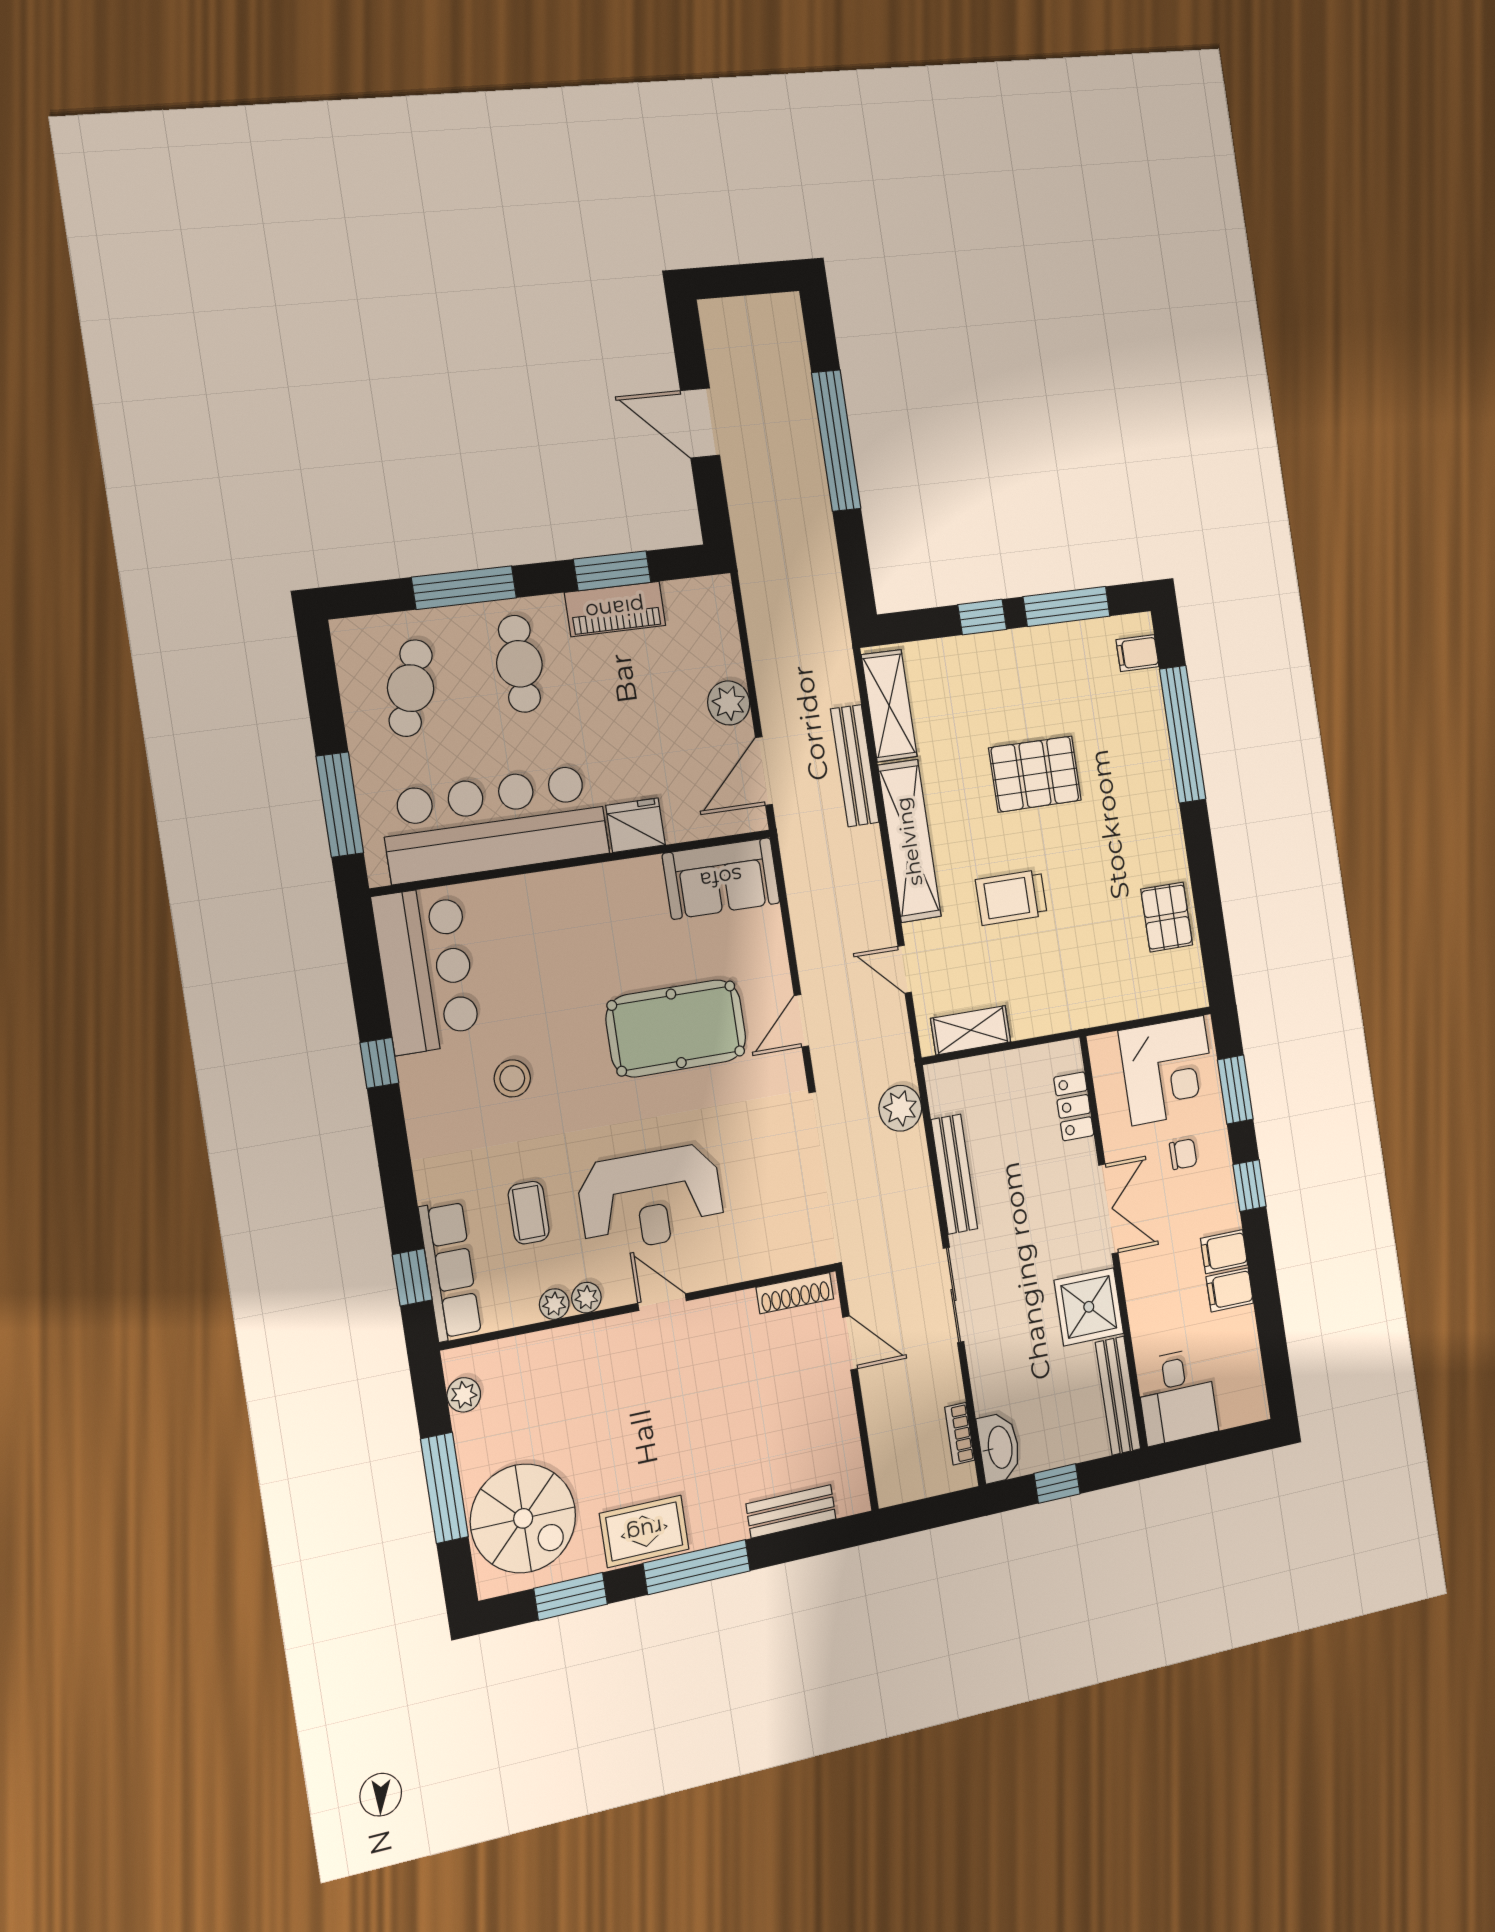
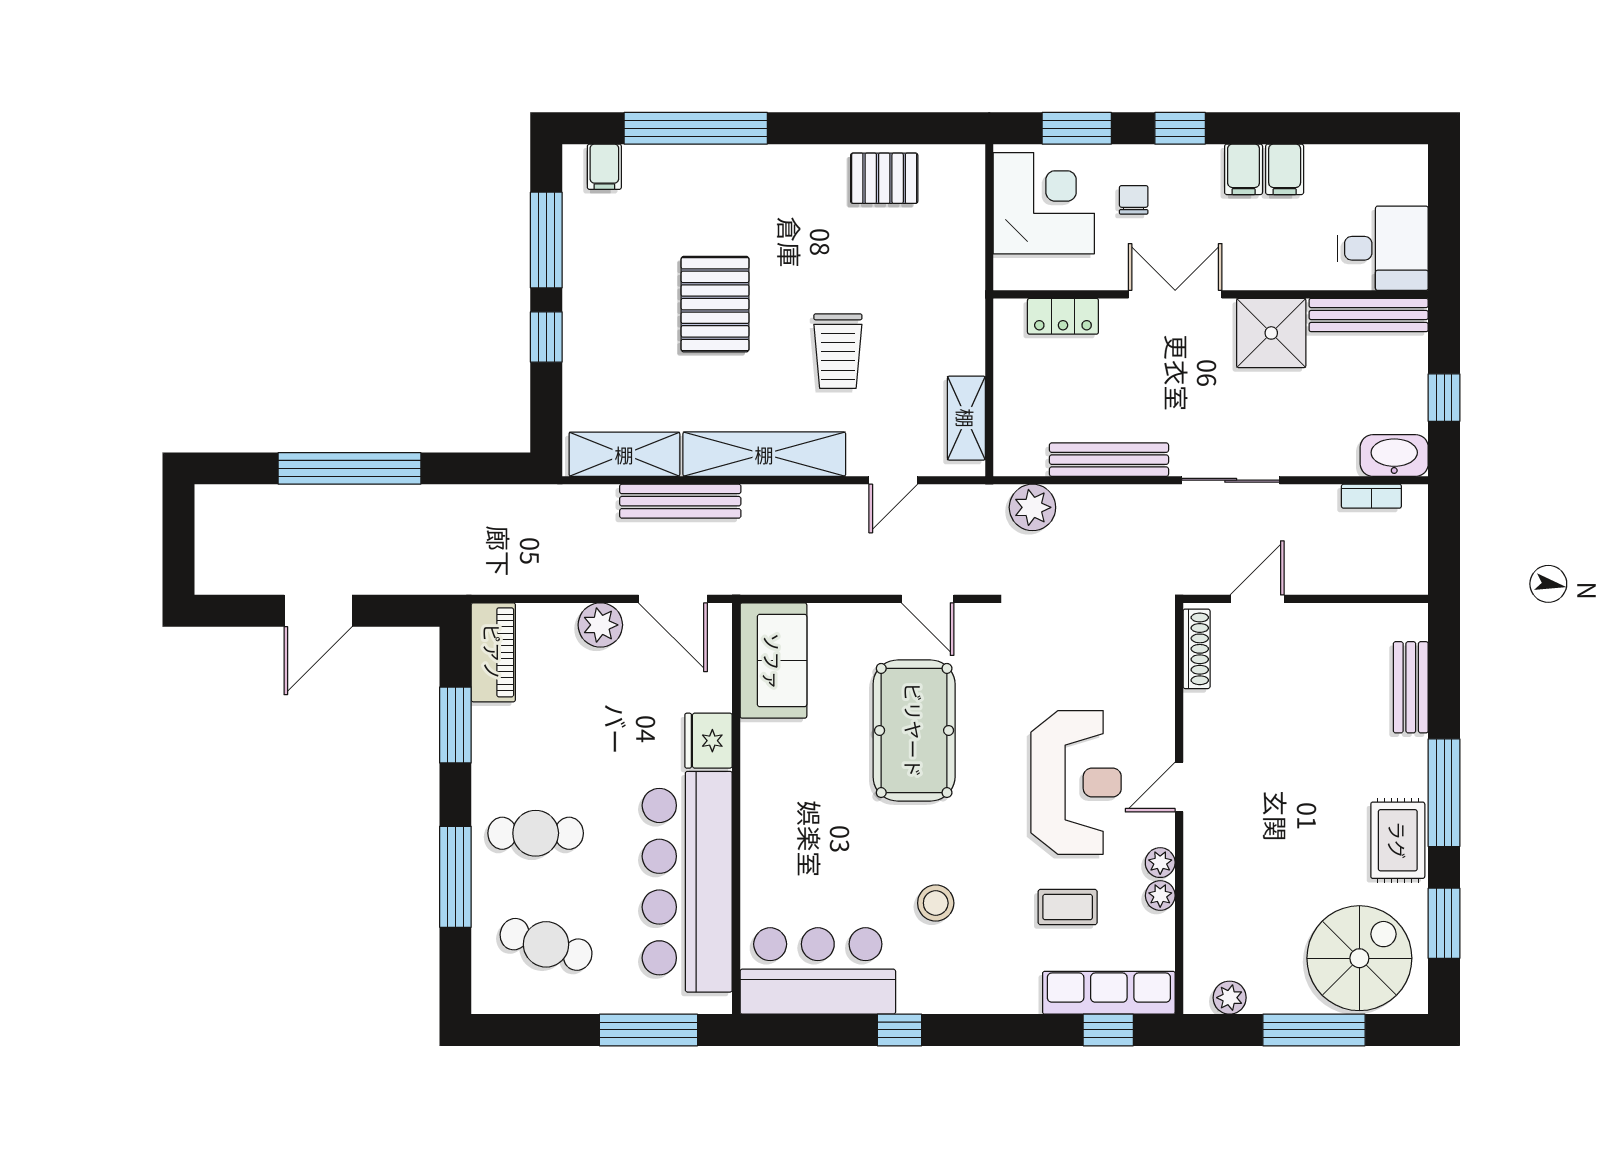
piano: (615, 609) -> (493, 652), moved

